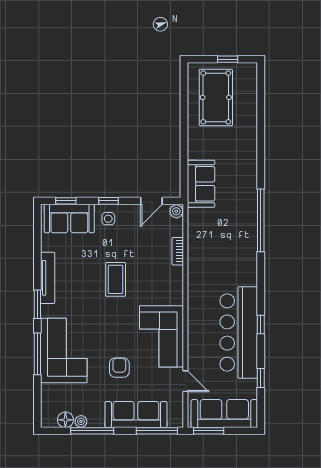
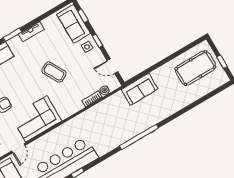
plant: (176, 211) -> (105, 90), moved
tv unit: (48, 278) -> (31, 32), width x0.71
coffee table: (116, 279) -> (54, 72), turned 61

